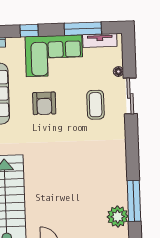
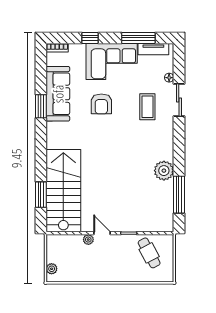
plant: (118, 217) -> (164, 171), moved

